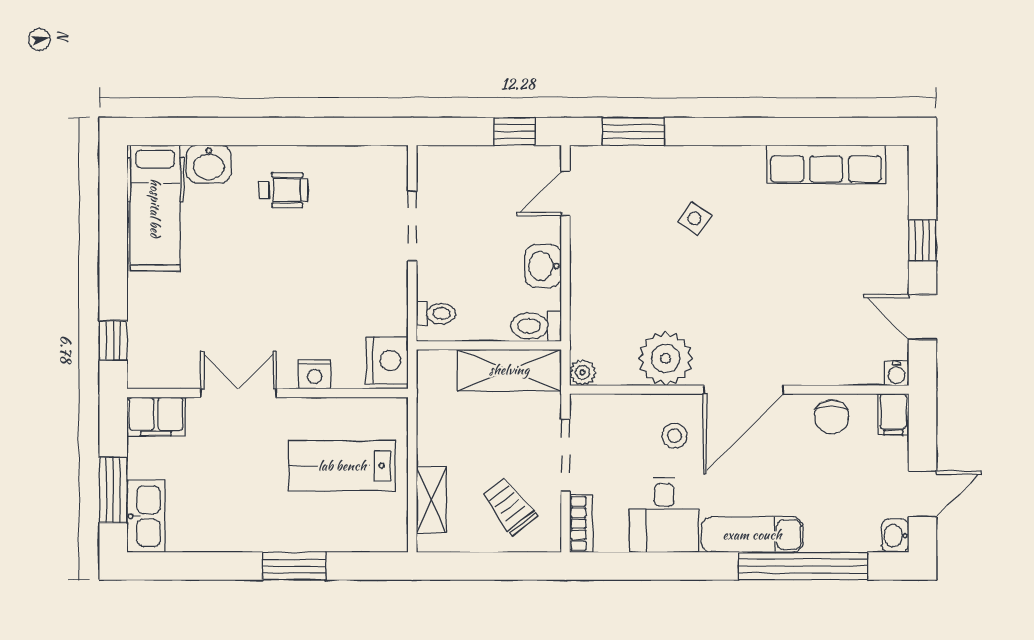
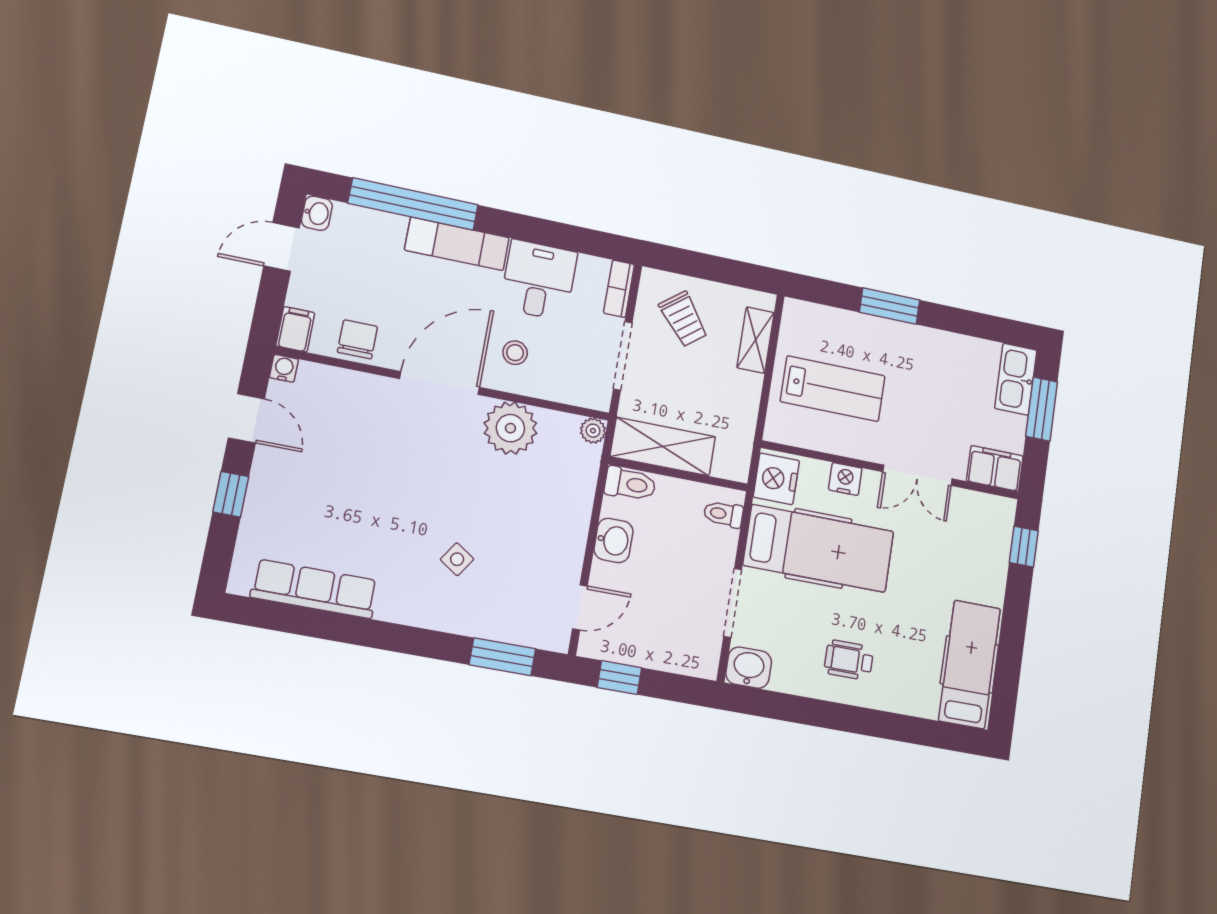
washbasin: (209, 164) -> (749, 668), moved
hospital bed: (332, 298) -> (819, 548), added

